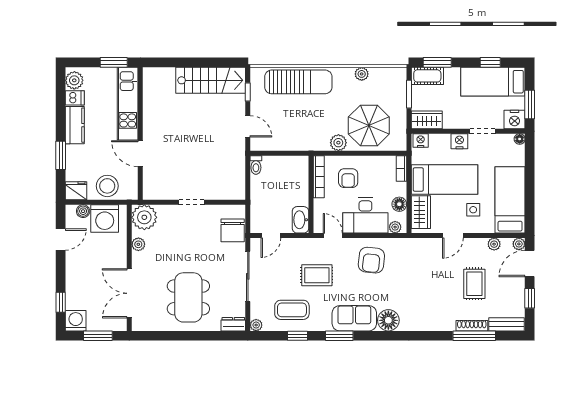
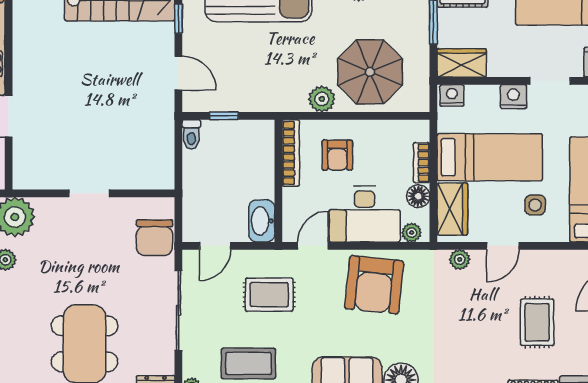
window: (276, 153) -> (224, 116), added
bookcase: (401, 168) -> (422, 163), moved
door: (333, 235) -> (313, 246), hinge flipped
plant: (494, 244) -> (460, 260), moved
armchair: (371, 260) -> (374, 285), width x1.36, depth x1.36
rug: (317, 275) -> (269, 295), moved

